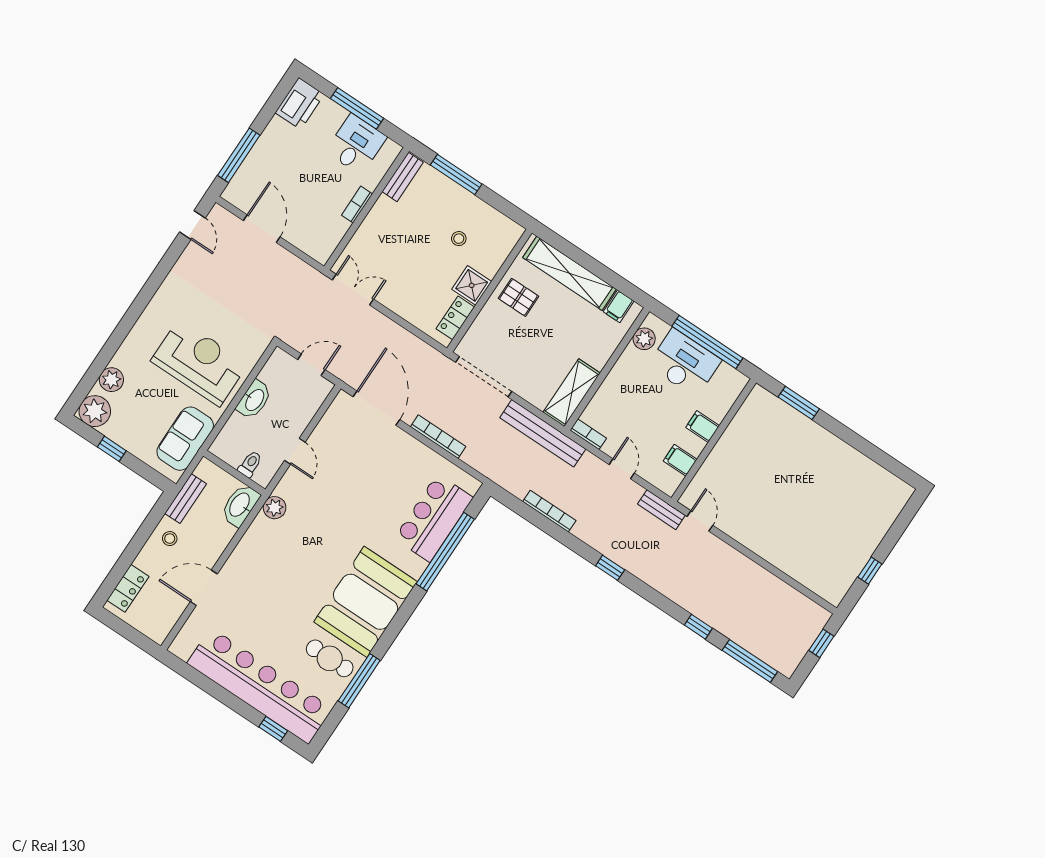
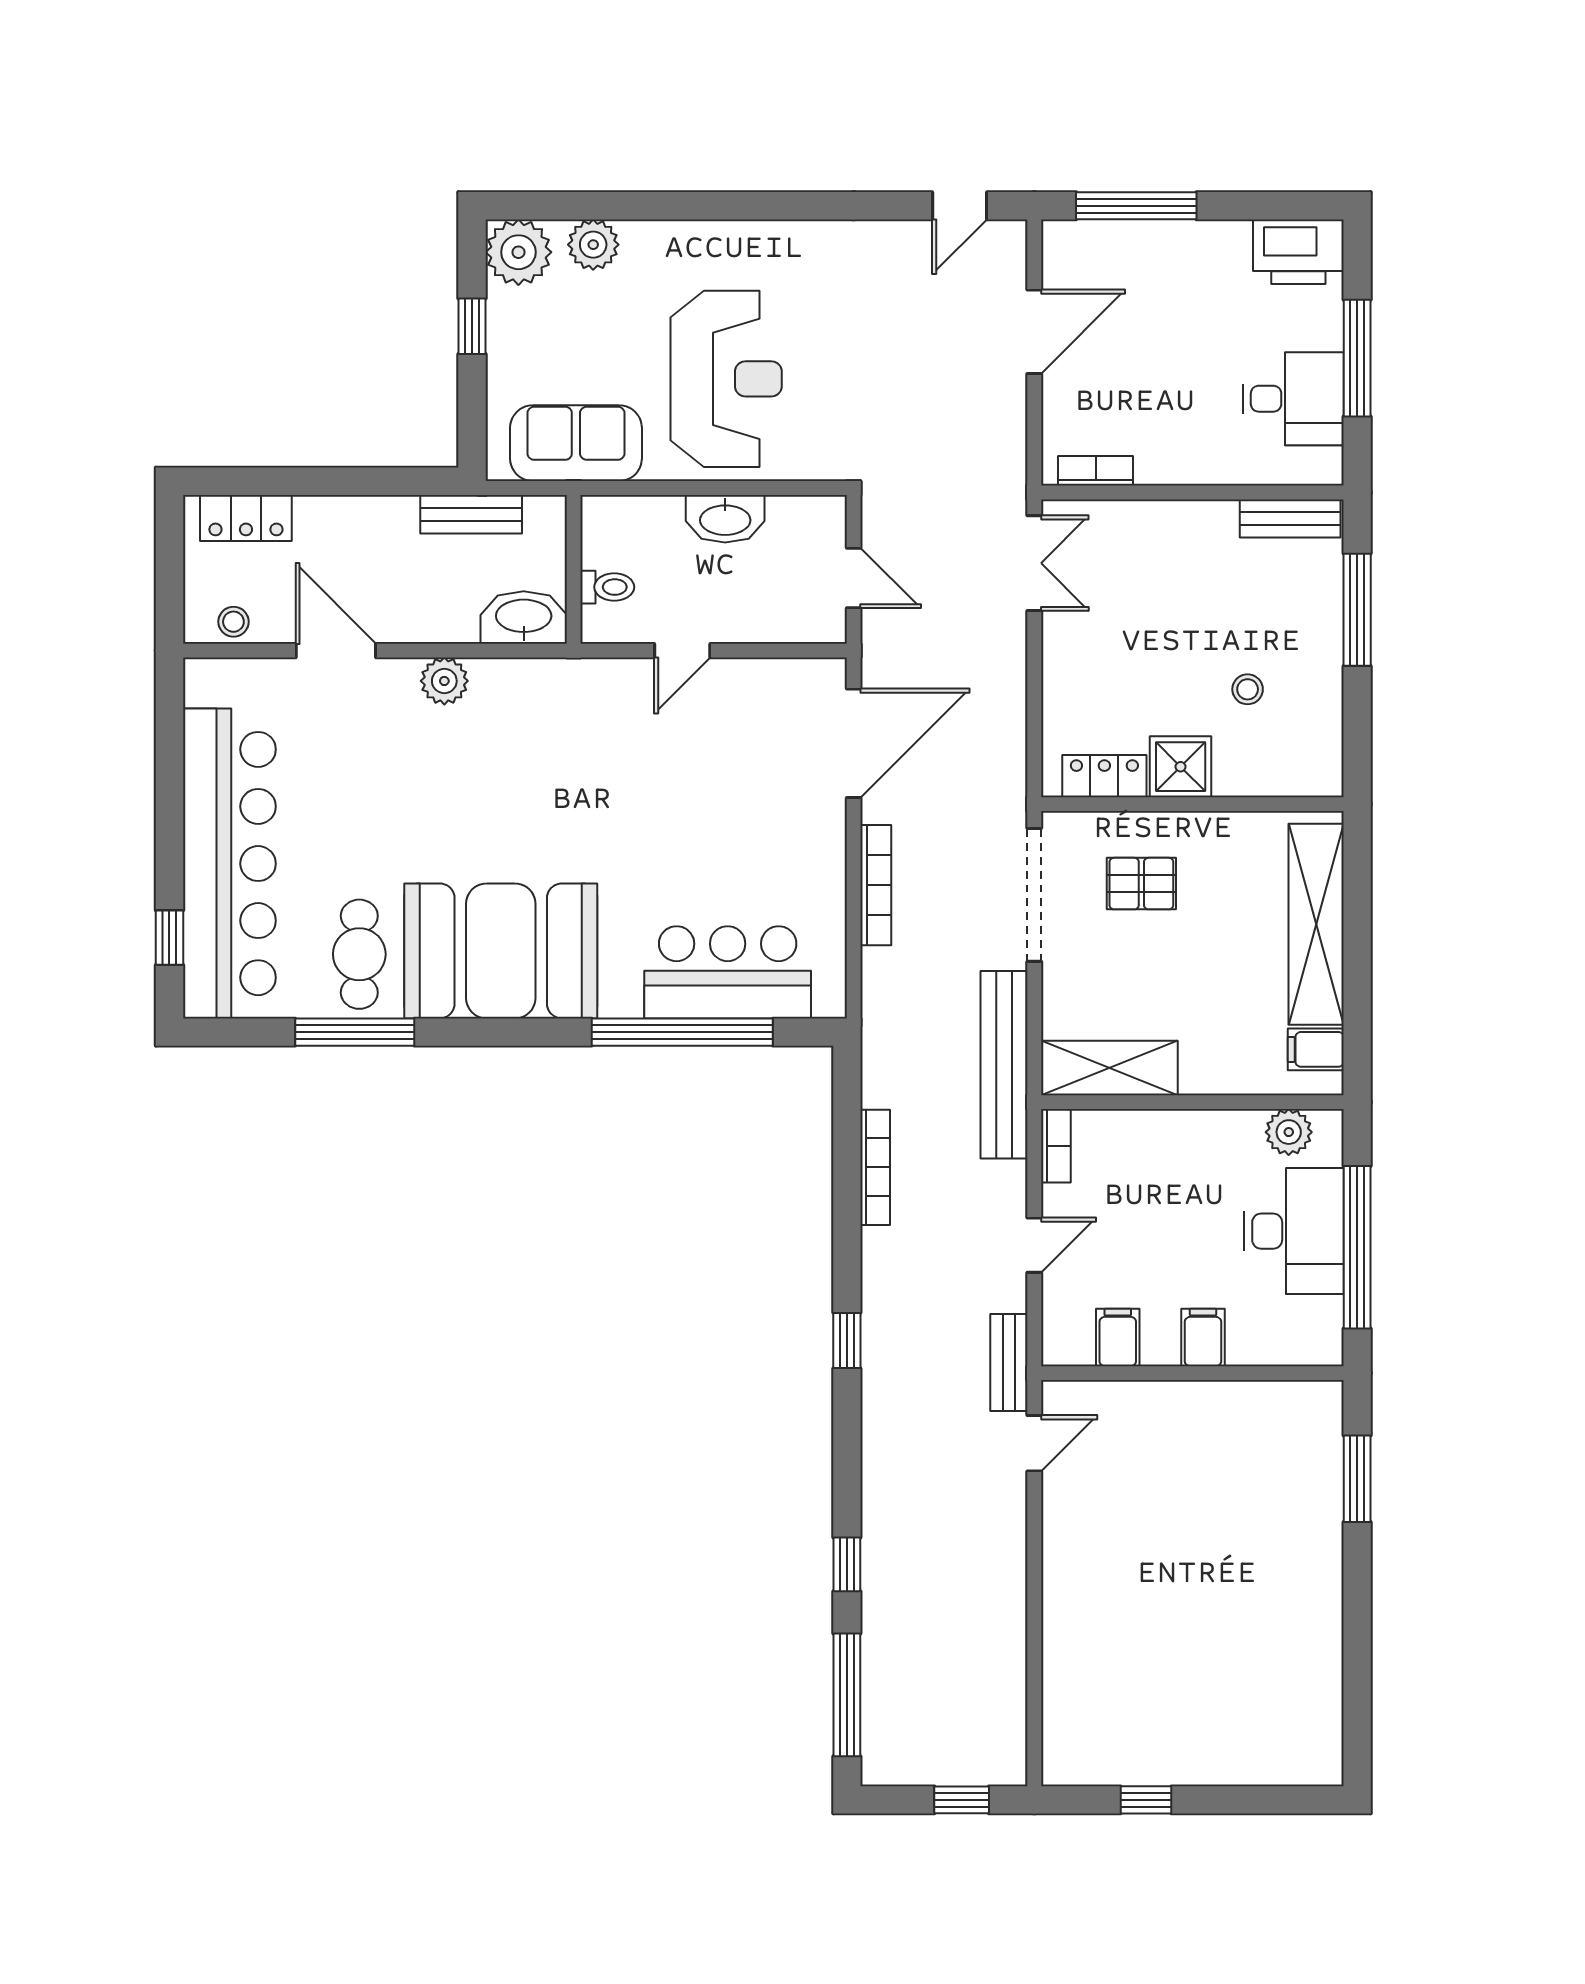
bookcase: (357, 205) -> (1096, 471), moved
pallet: (518, 297) -> (1141, 884), moved, turned 90
plant: (275, 508) -> (444, 681), moved
stool: (170, 539) -> (233, 622), moved

